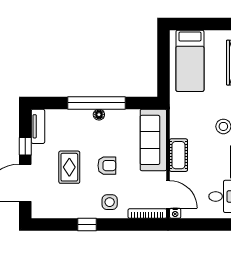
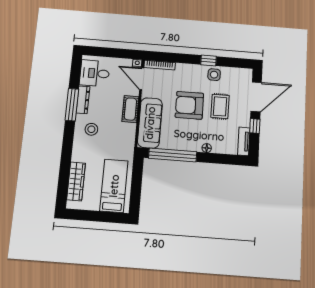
window: (97, 103) -> (173, 155), moved
floor lamp: (99, 115) -> (207, 148), moved
armchair: (107, 166) -> (189, 105), width x1.88, depth x1.88
side table: (110, 202) -> (214, 75), moved

